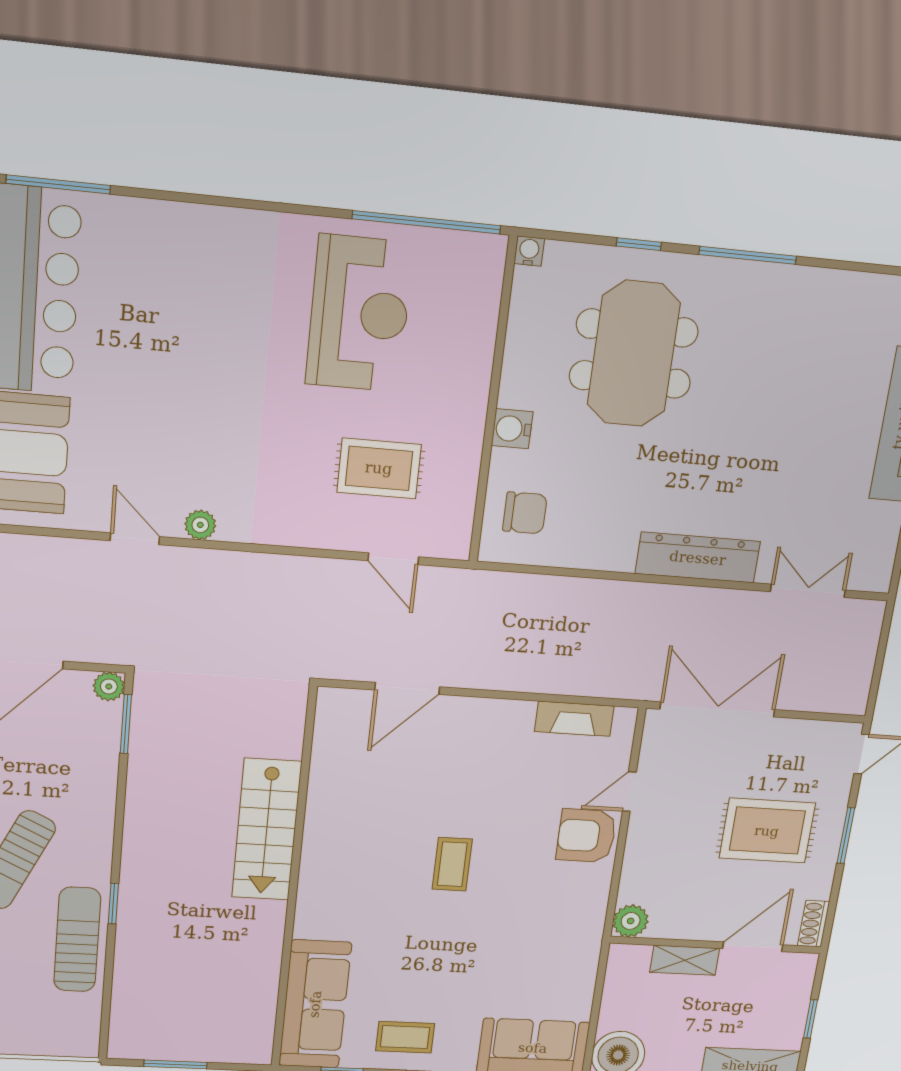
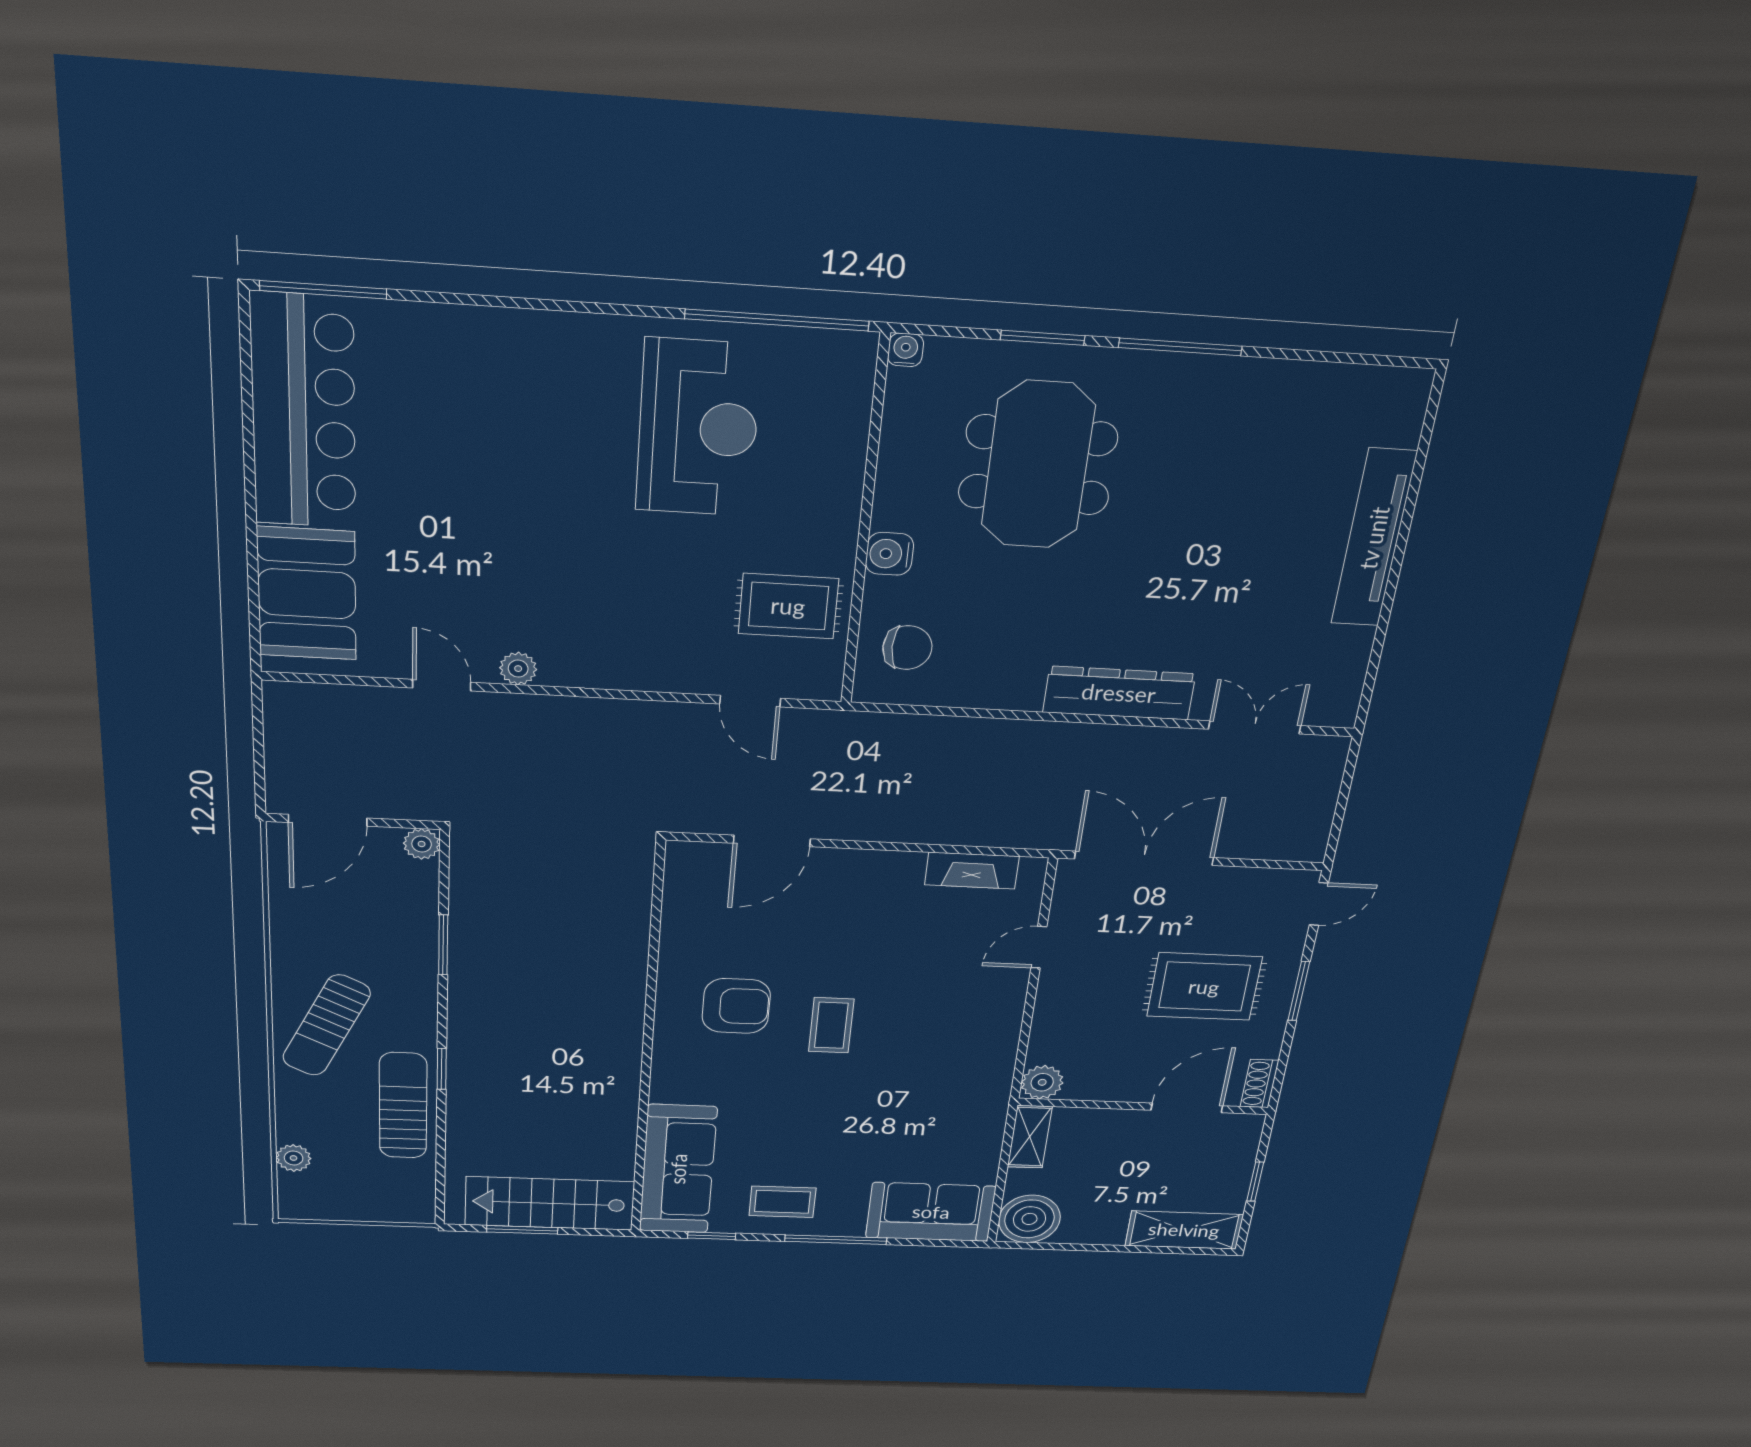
window: (639, 244) -> (1043, 338), width x1.50
rug: (379, 468) -> (788, 606), moved
window: (126, 724) -> (443, 945), moved
stairs: (267, 830) -> (550, 1203), moved, turned 90
armchair: (586, 836) -> (736, 1006), moved, turned 180
shelving: (685, 960) -> (1030, 1137), moved, turned 90

